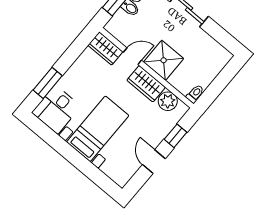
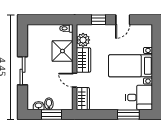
shower: (164, 60) -> (62, 51), moved

